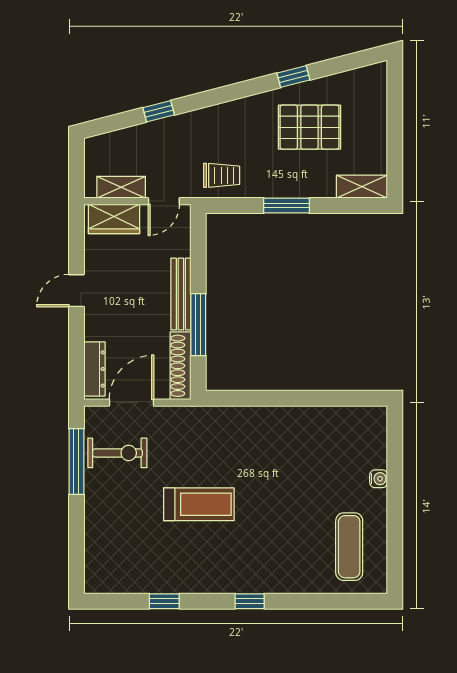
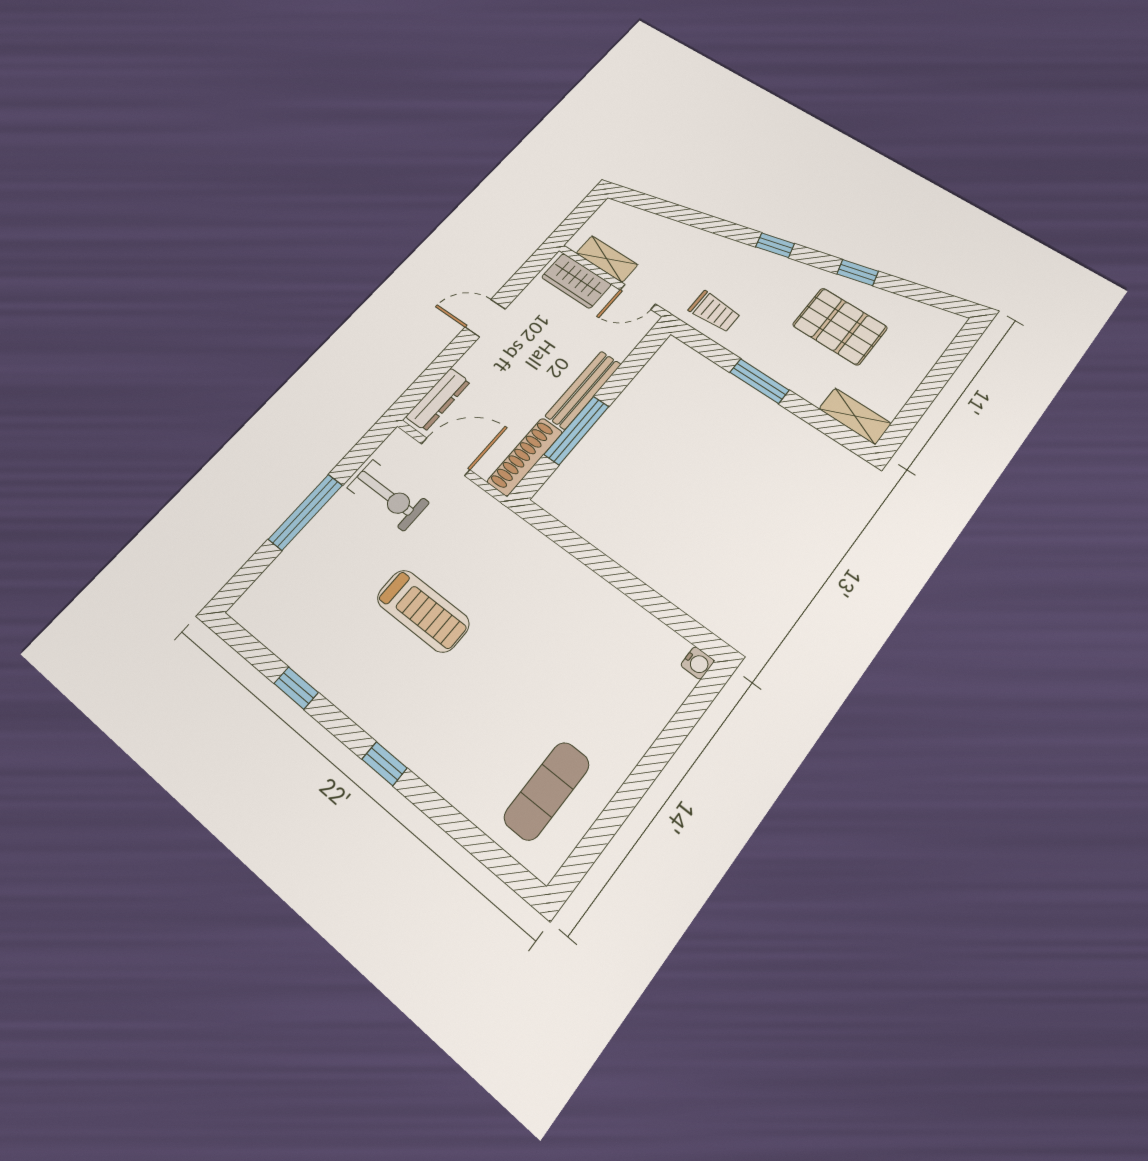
window: (159, 111) -> (775, 245), moved
window: (76, 462) -> (305, 512), moved
water cooler: (379, 479) -> (698, 663), moved

